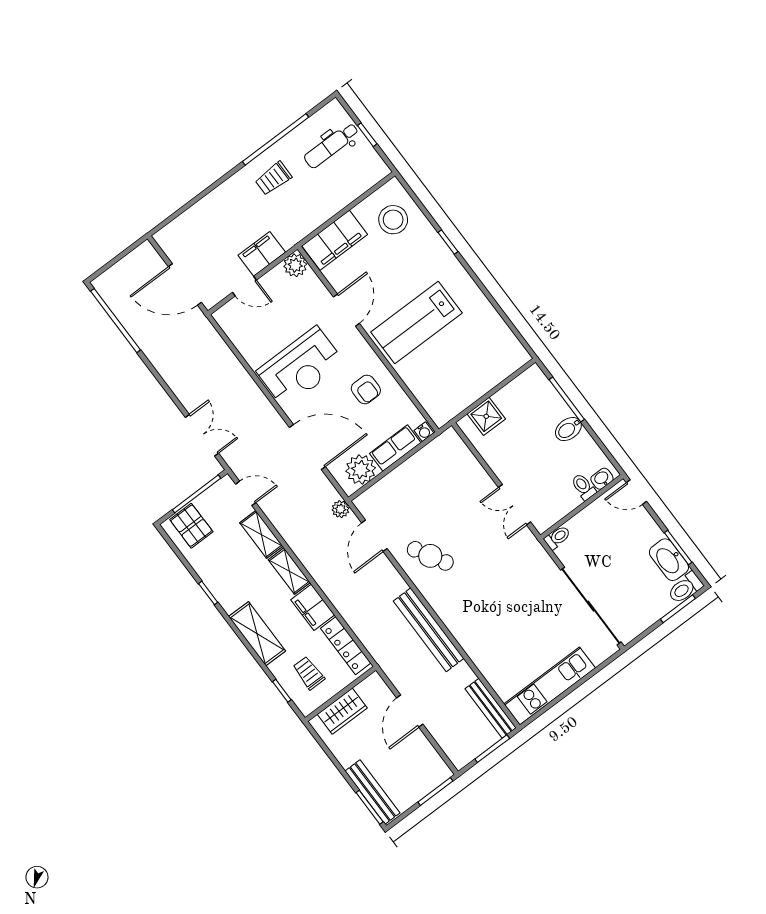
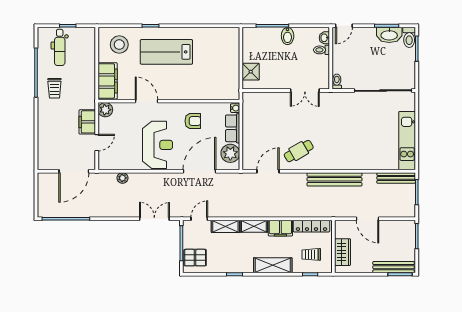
lab bench: (417, 323) -> (166, 52), moved, turned 90
plant: (340, 509) -> (122, 178), moved
door: (374, 536) -> (268, 171), swing flipped

